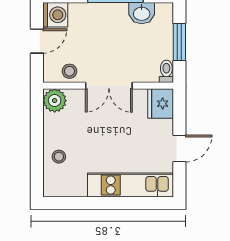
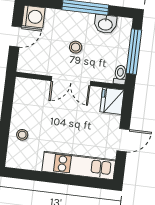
window: (179, 42) -> (134, 52), width x1.44
stool: (69, 71) -> (76, 47), moved
plant: (55, 101) -> (24, 88), removed

